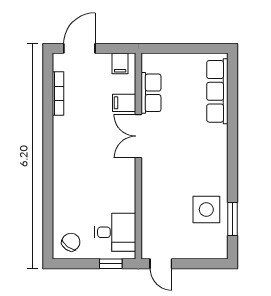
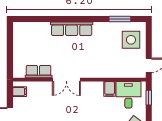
row of seats: (217, 91) -> (72, 29), moved
filing cabinet: (124, 103) -> (110, 89), moved
side table: (206, 209) -> (131, 40), moved

